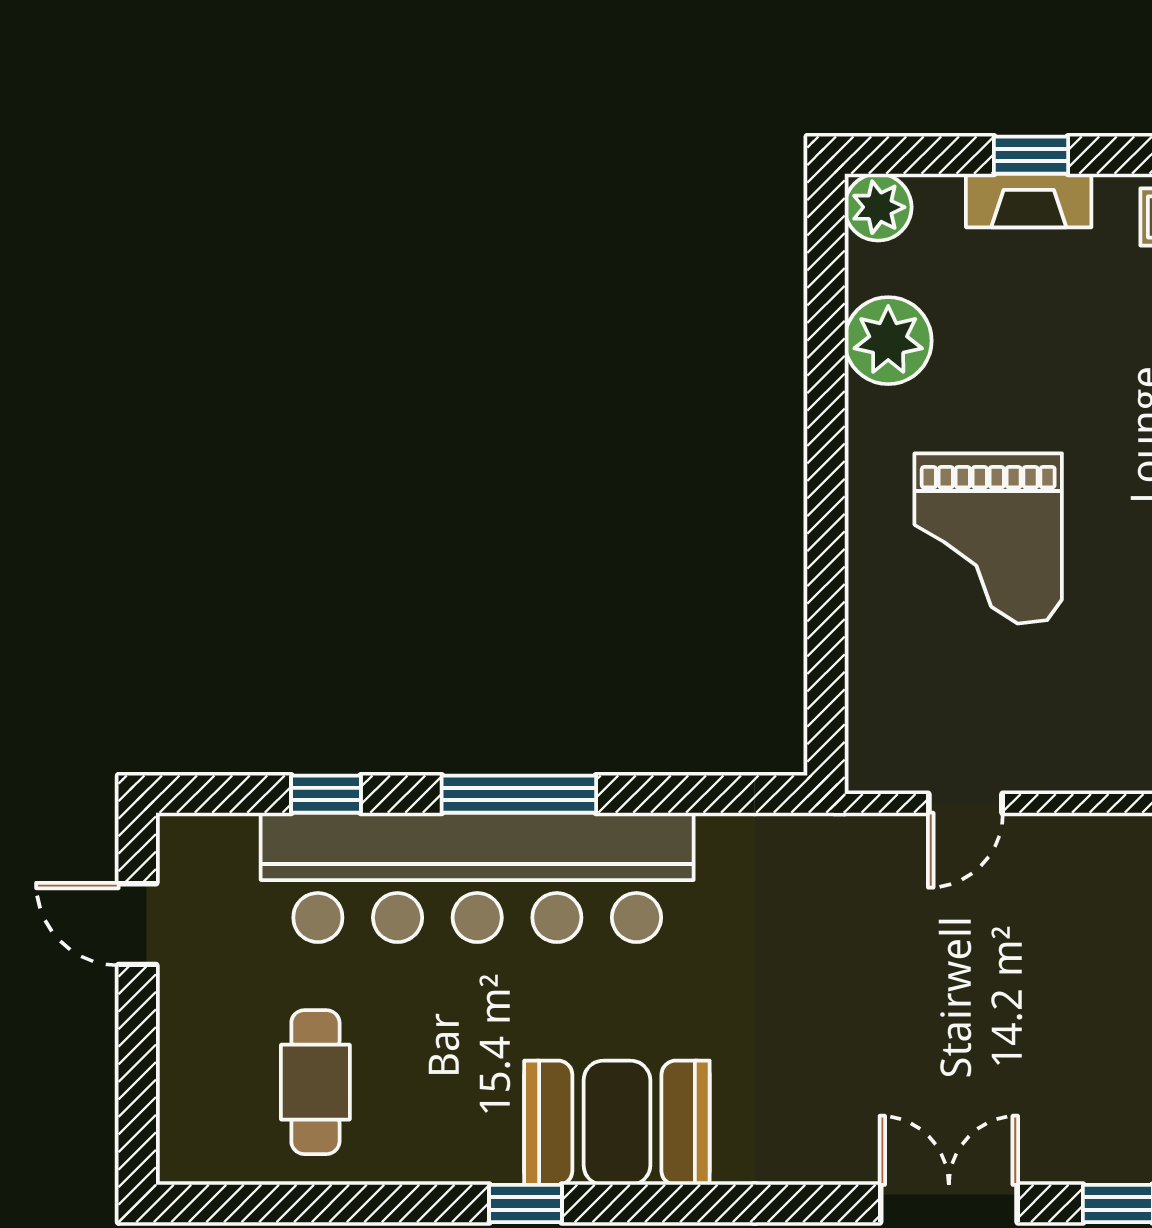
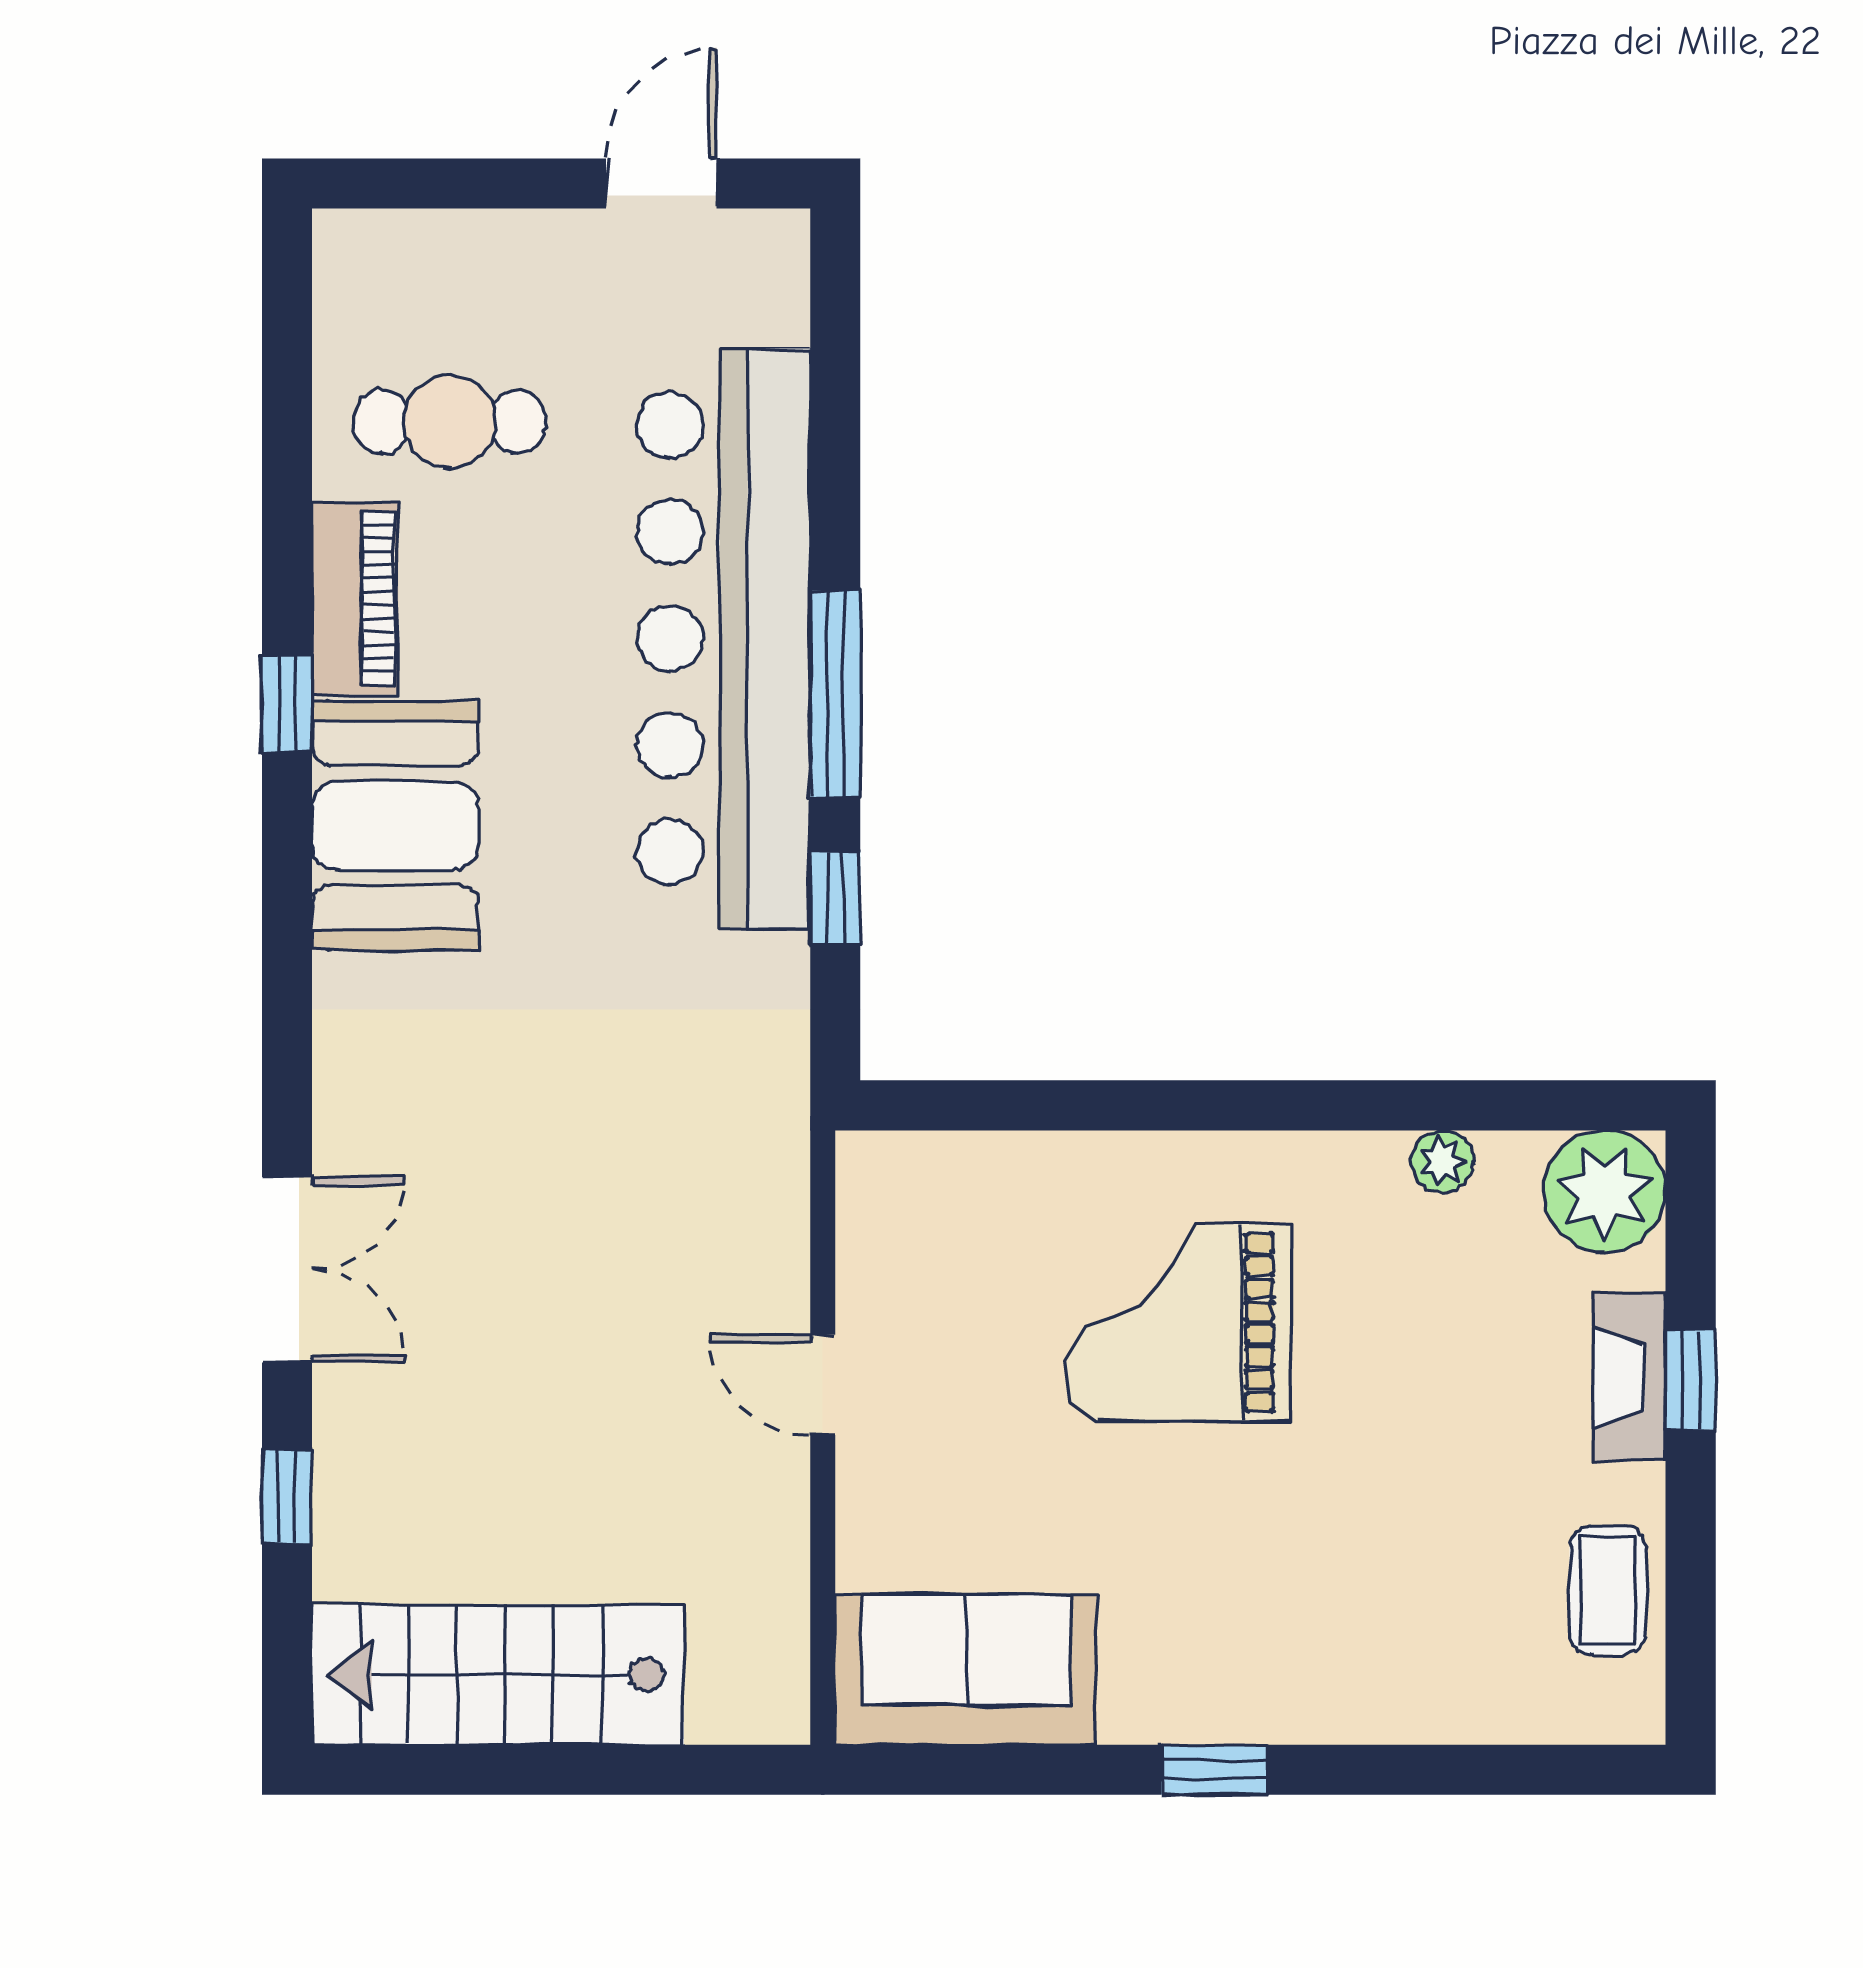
plant: (878, 207) -> (1605, 1191), width x1.36, depth x1.36
plant: (888, 341) -> (1442, 1161), width x0.53, depth x0.53
window: (326, 794) -> (835, 899), moved
door: (965, 803) -> (823, 1385), moved
piano: (447, 1153) -> (355, 598), added

